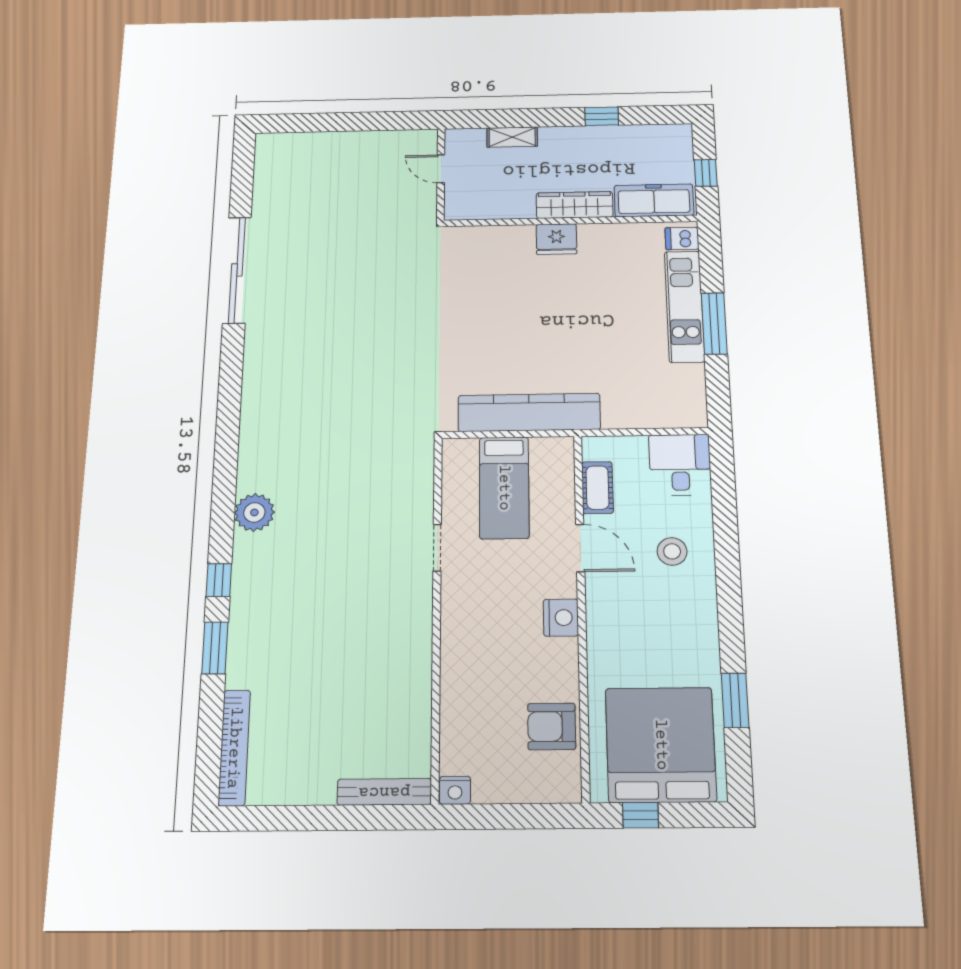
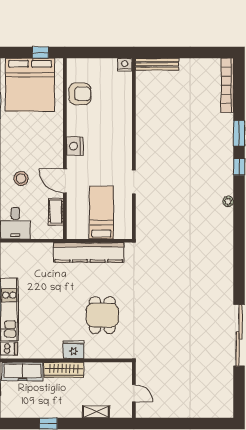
dining table: (501, 300) -> (102, 315), added
plant: (254, 512) -> (228, 201), width x0.53, depth x0.53

